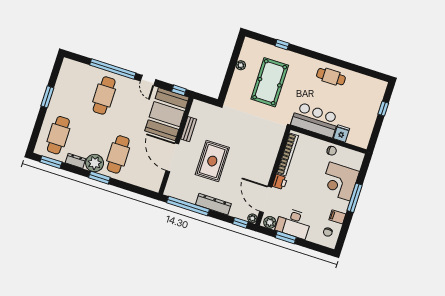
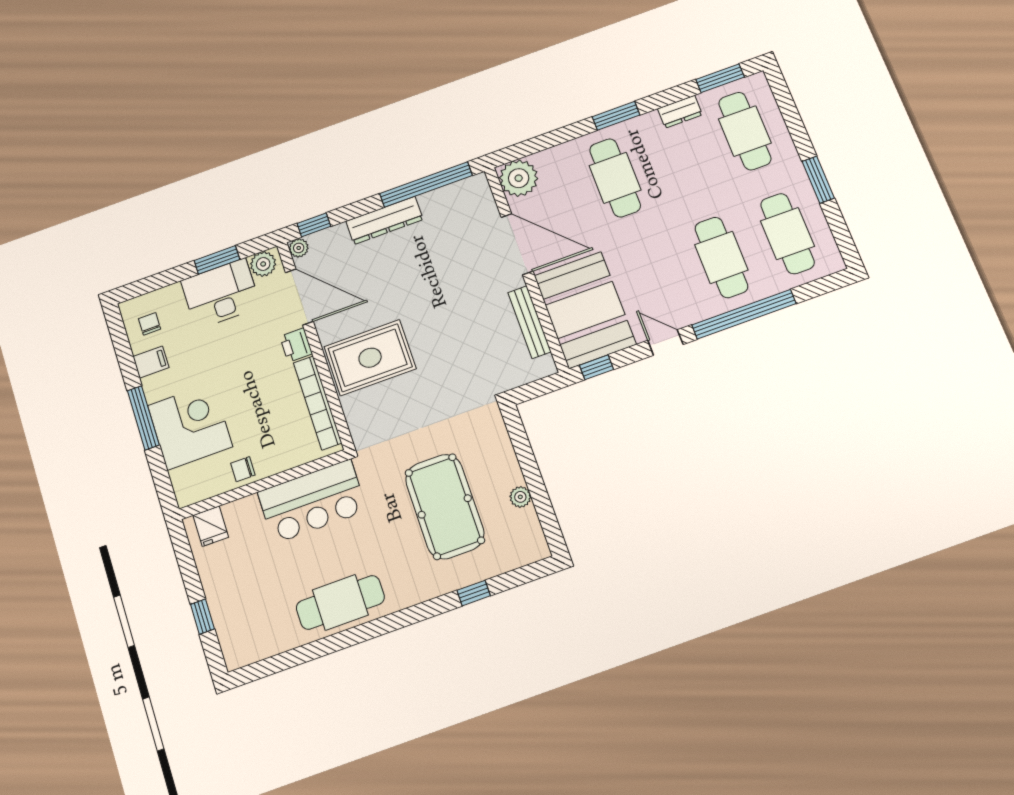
cafe table: (331, 77) -> (340, 602), width x1.37, depth x1.35
cafe table: (74, 86) -> (787, 234), added
bench: (189, 129) -> (530, 322), width x1.36
fridge: (342, 134) -> (211, 526), moved
rug: (212, 161) -> (370, 358), moved, turned 90
plant: (95, 163) -> (519, 178), moved

